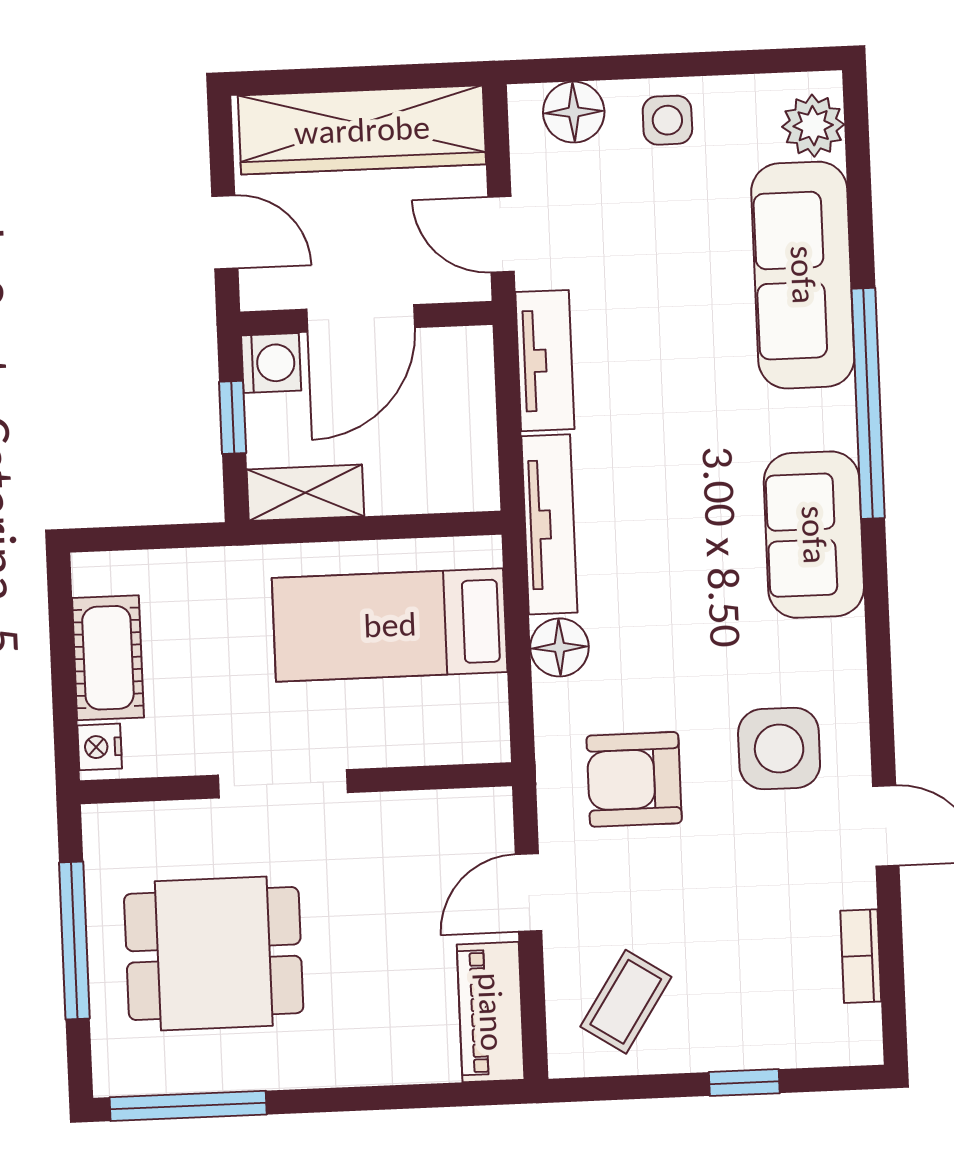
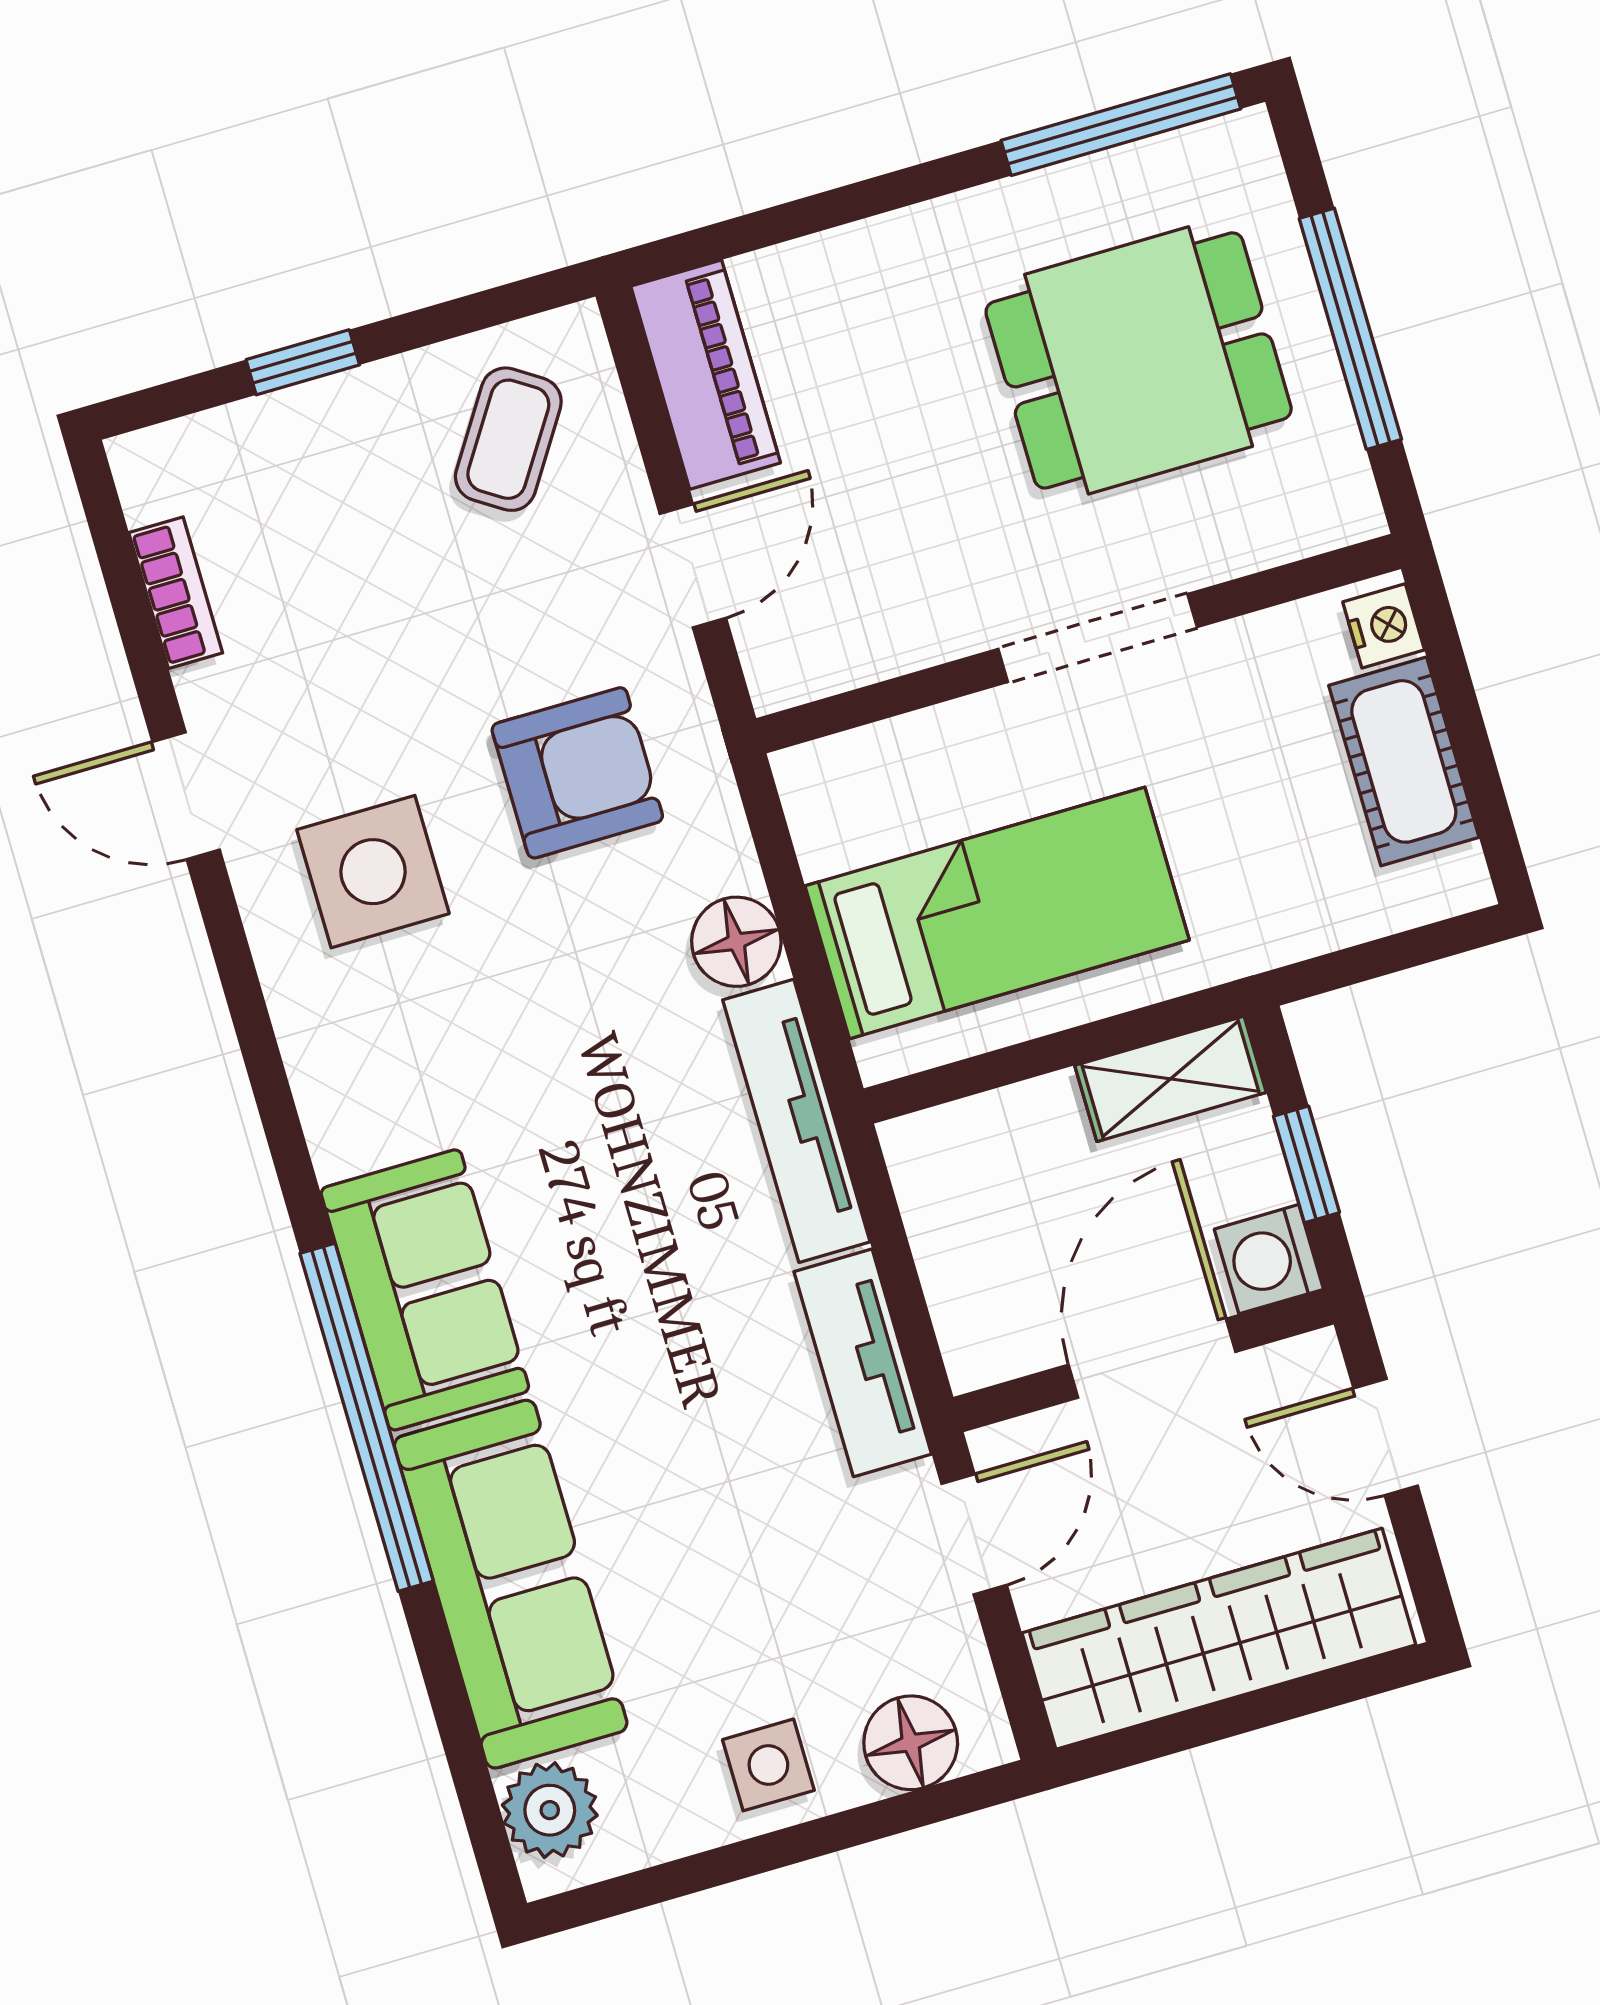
door: (501, 234) -> (974, 1534), hinge flipped
sofa: (814, 535) -> (425, 1290), moved

